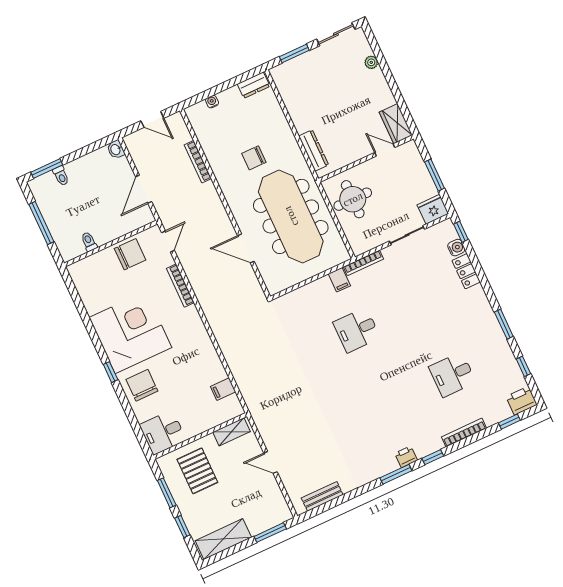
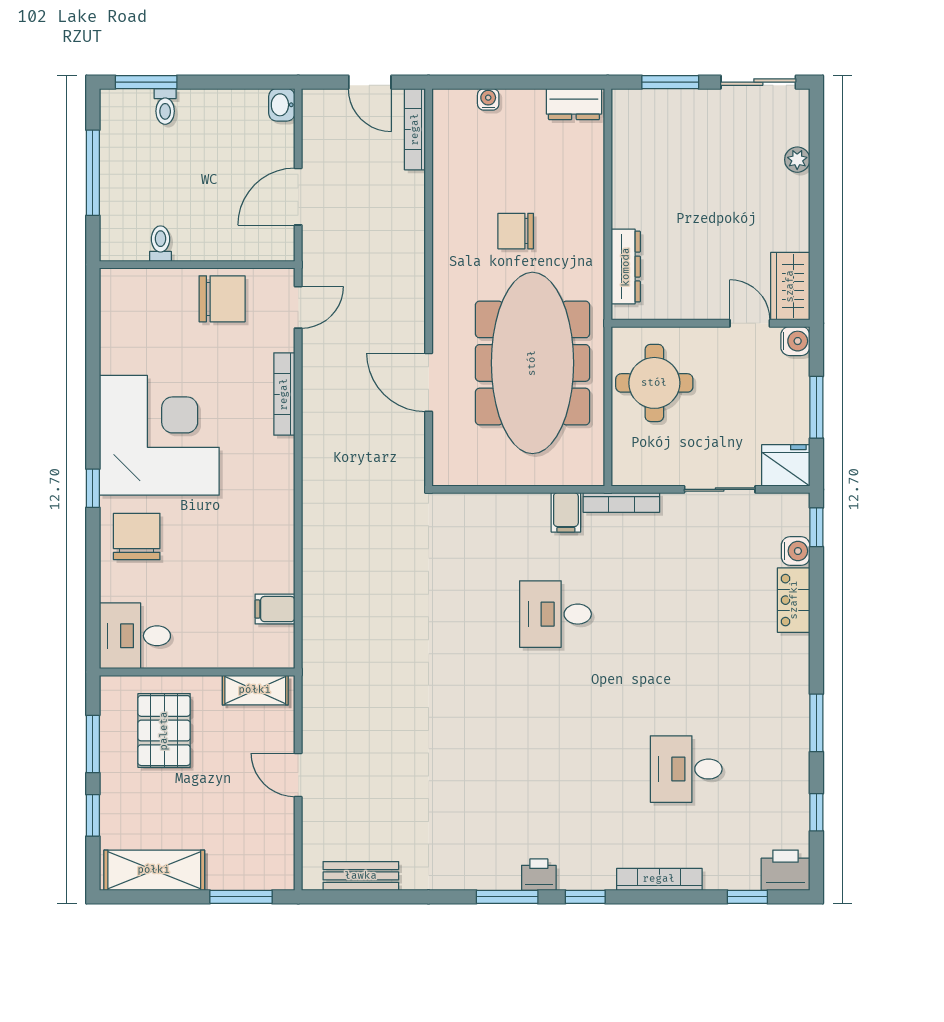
water cooler: (410, 148) -> (795, 341), added
bookcase: (198, 162) -> (415, 129), moved

